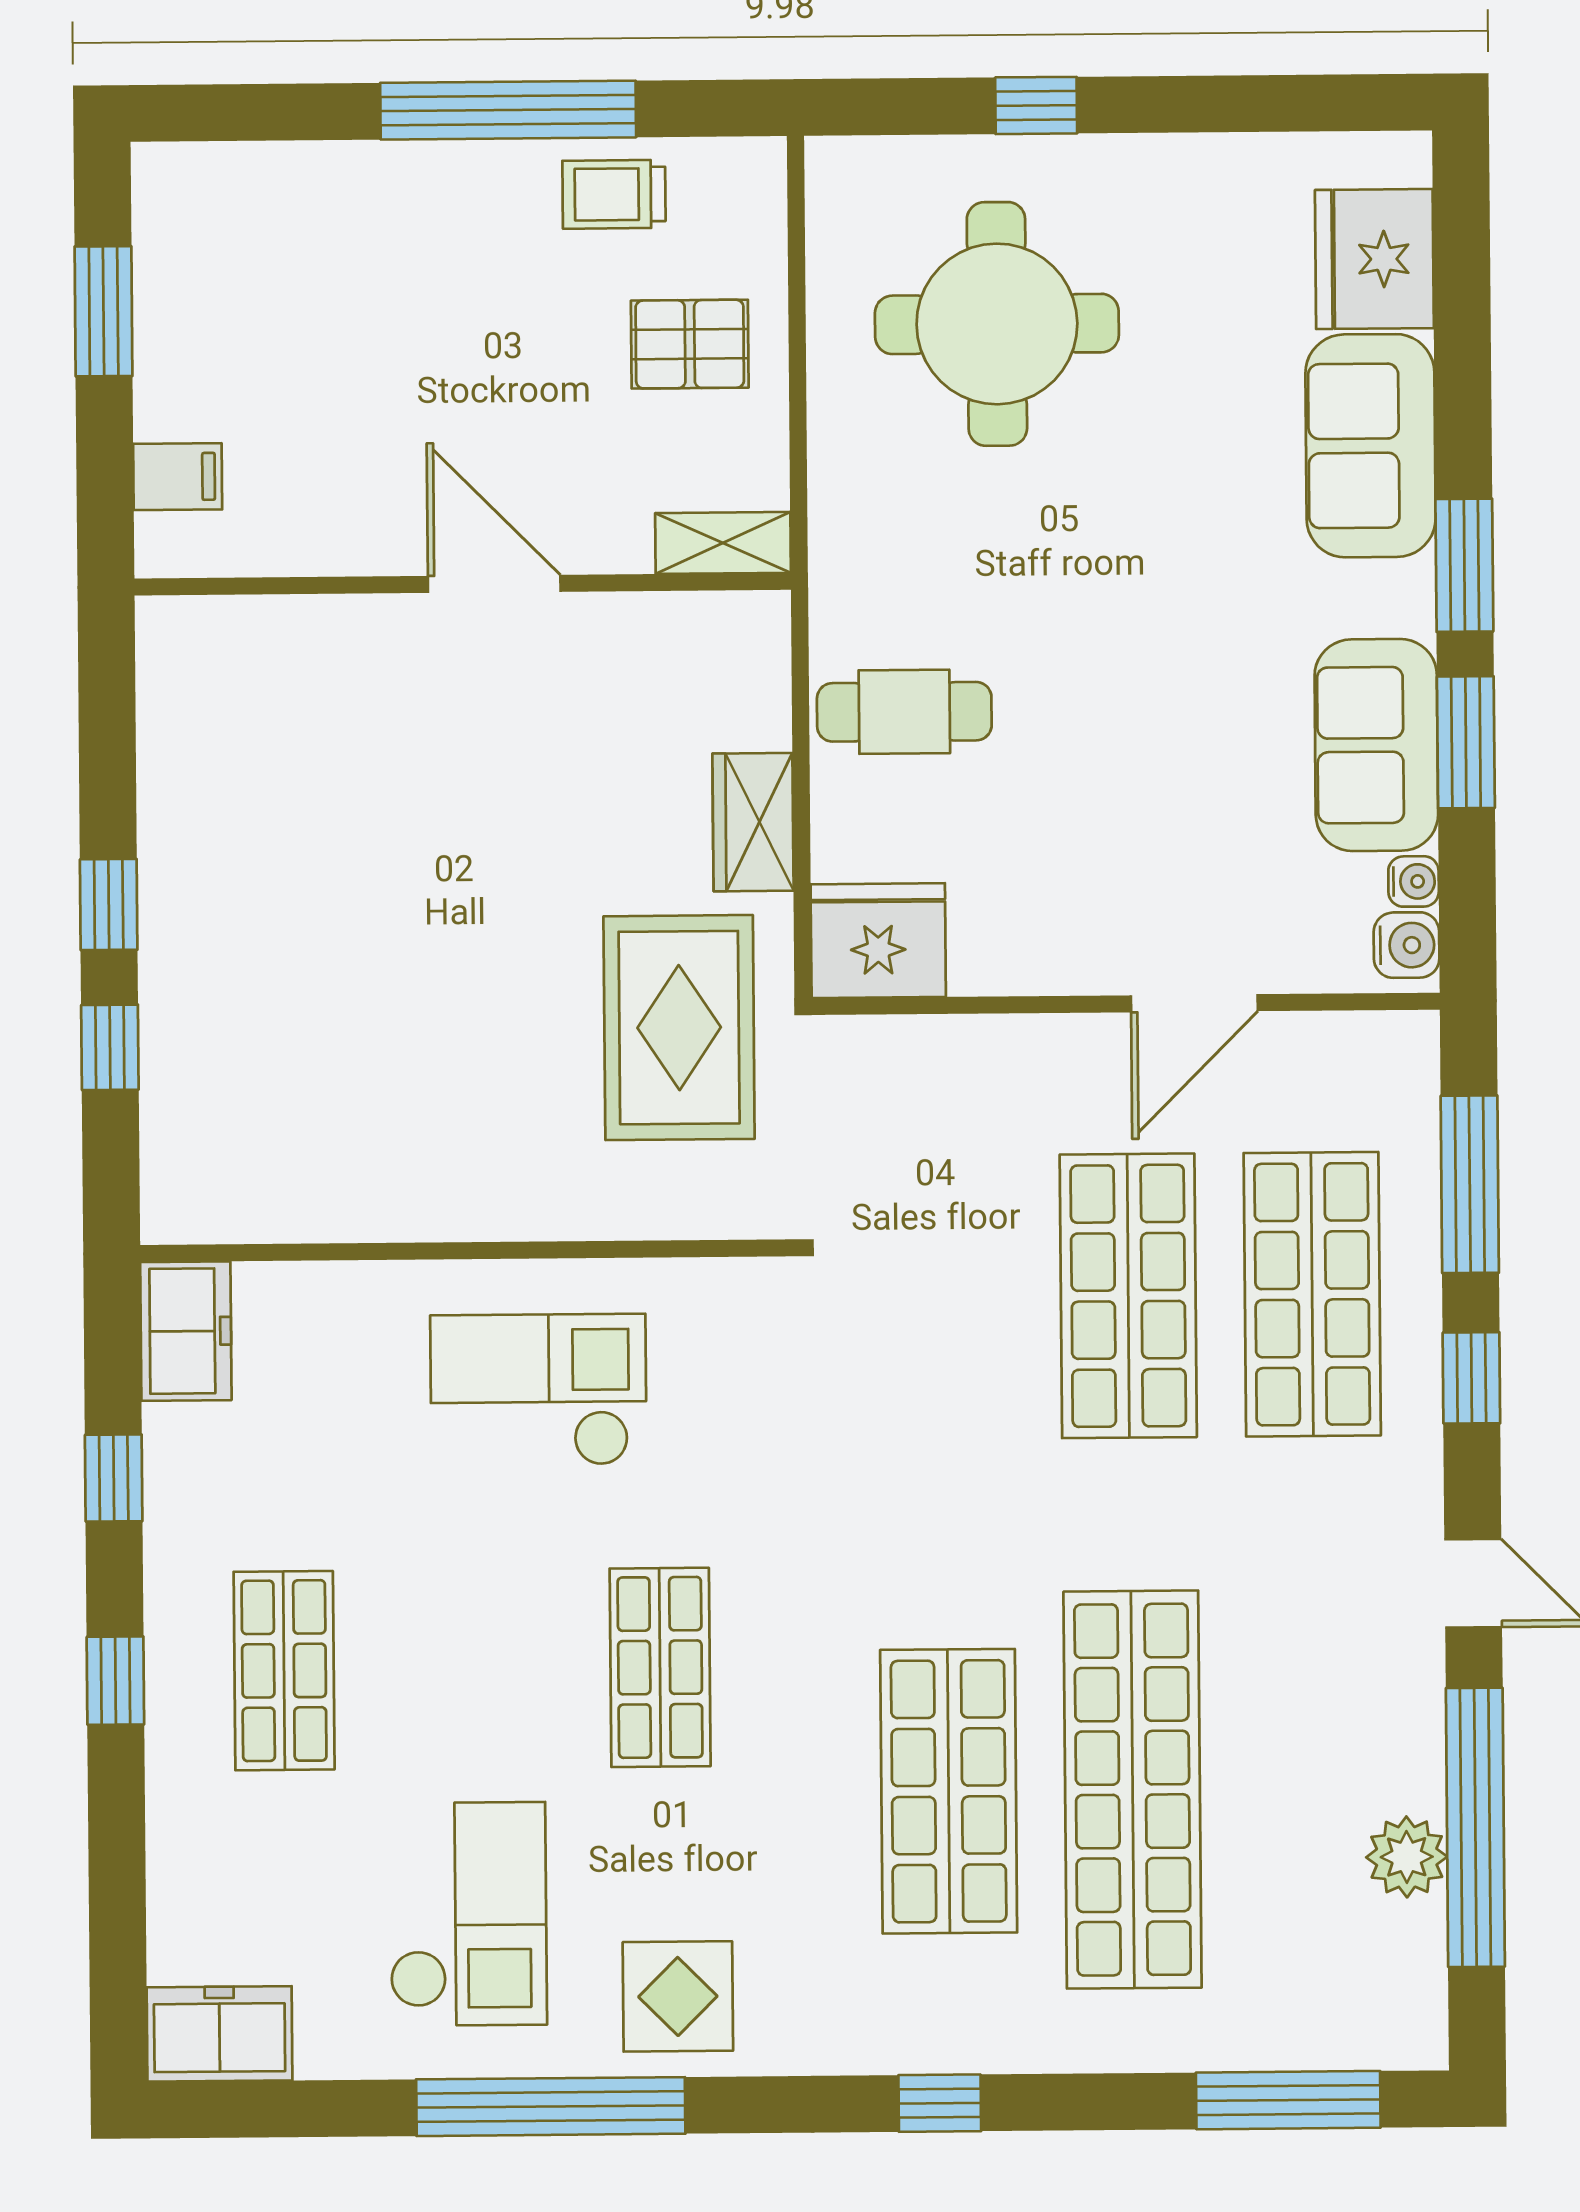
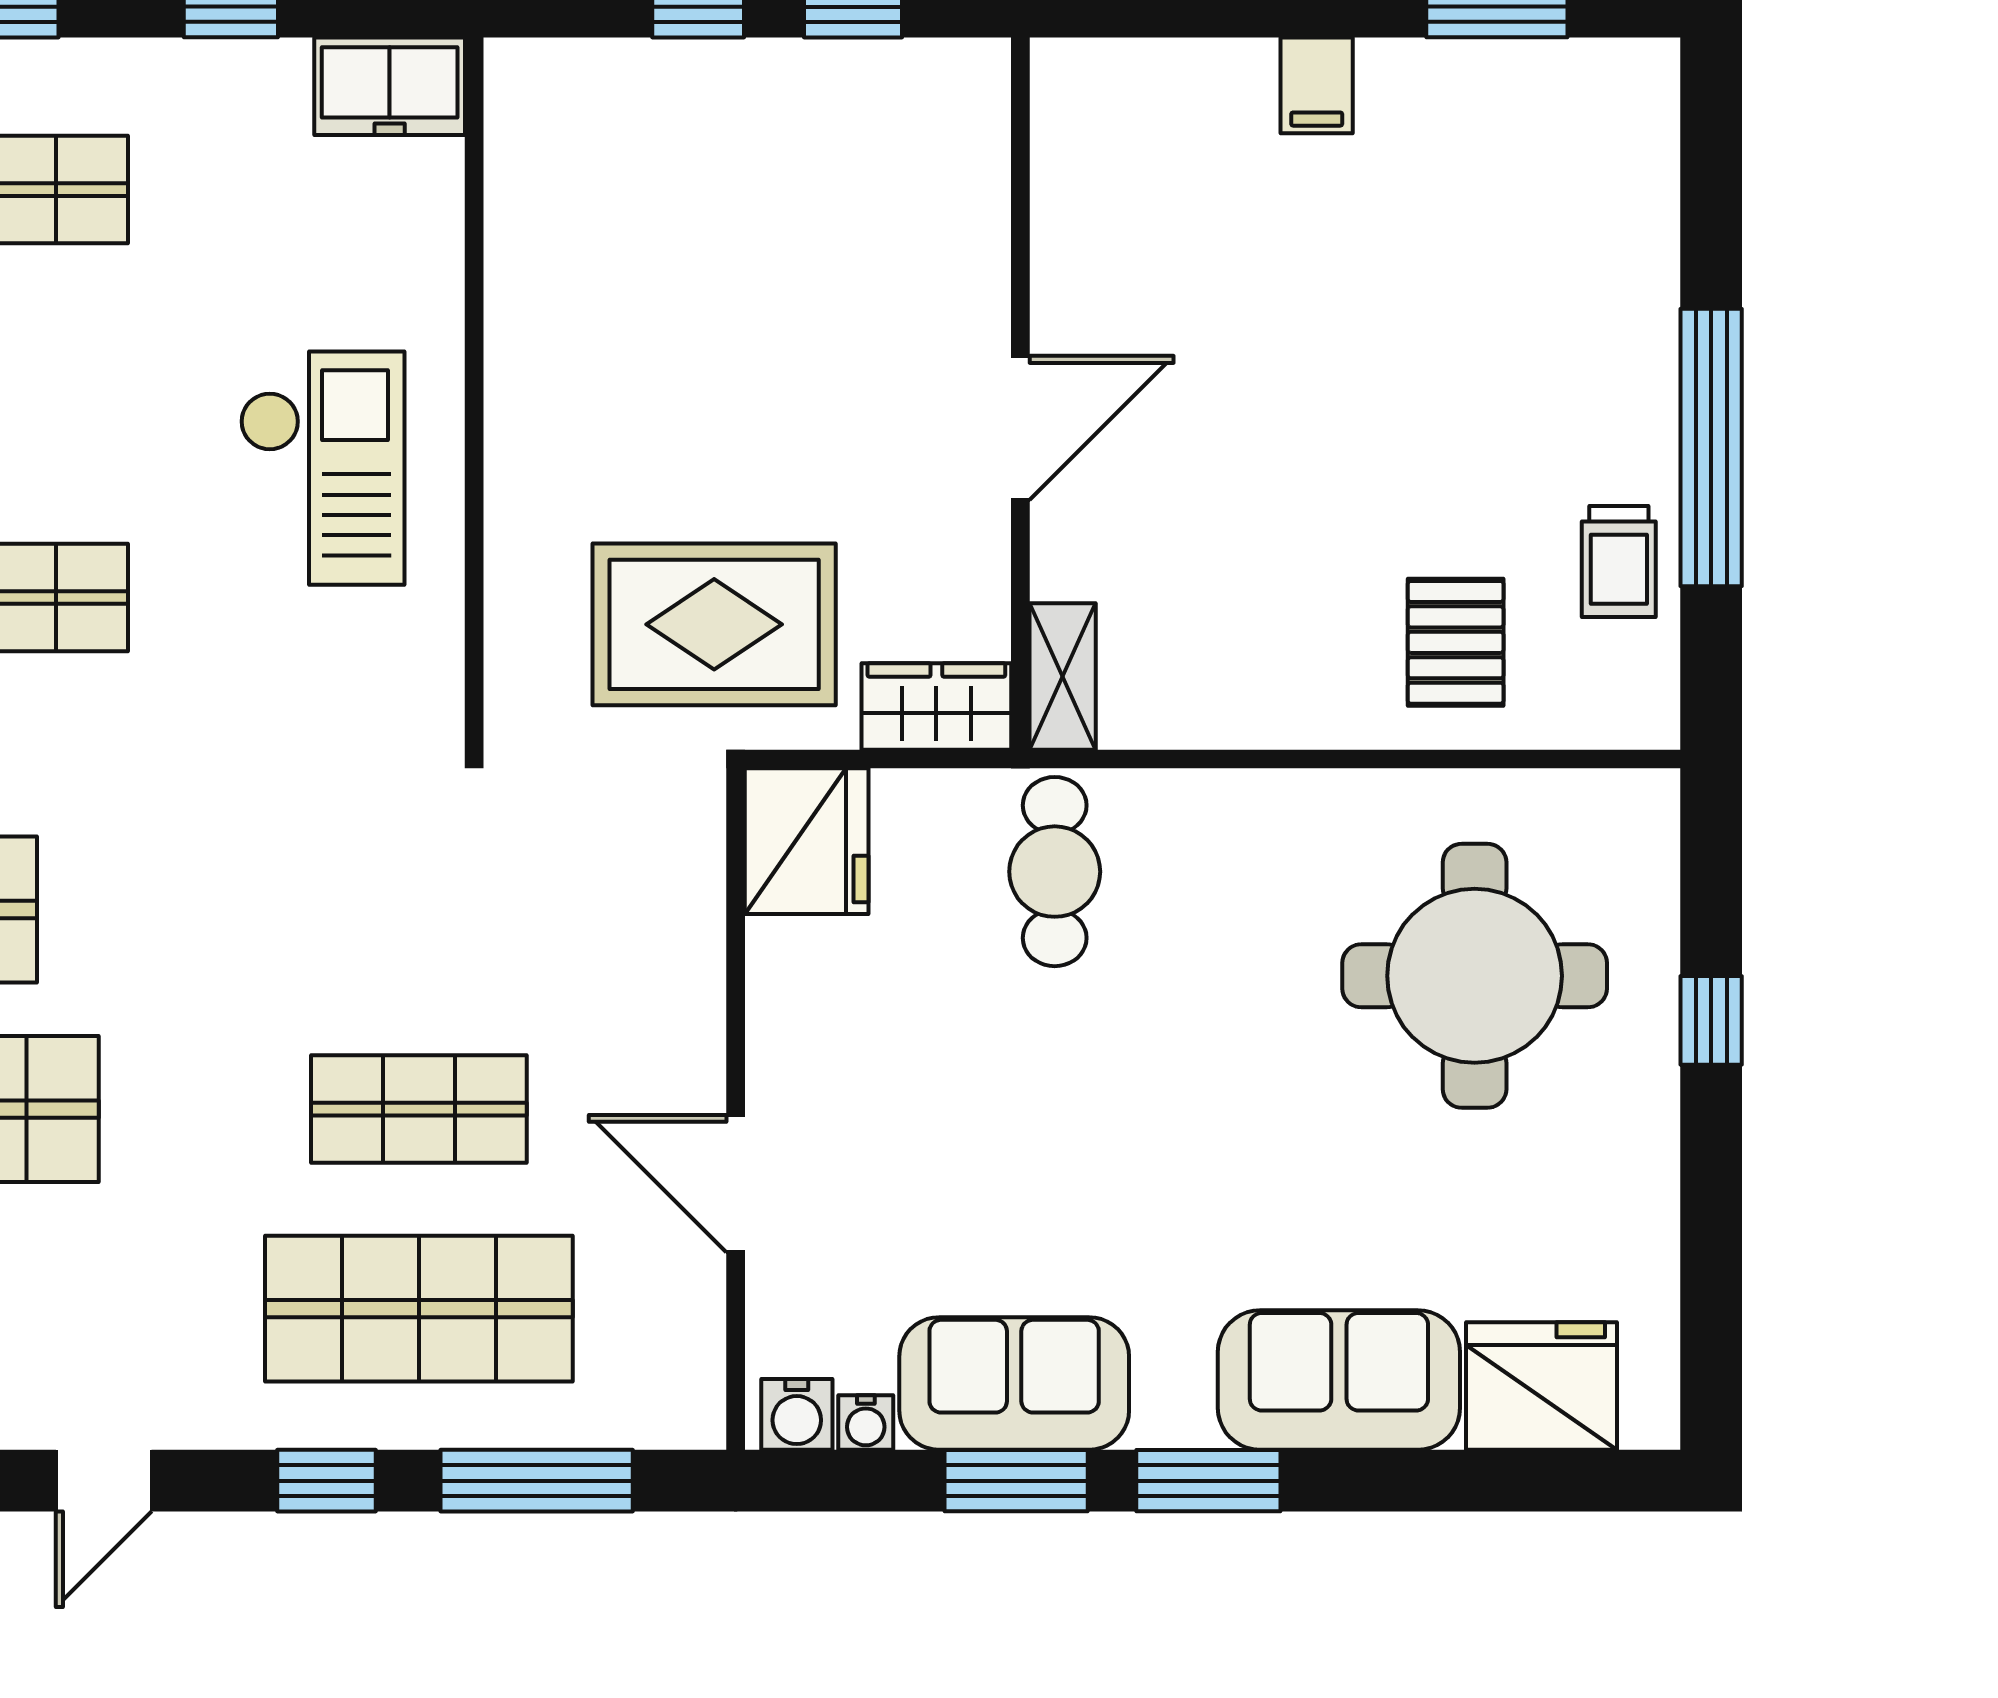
trolley: (614, 194) -> (1619, 562), turned 180
shelving: (723, 543) -> (1063, 676), moved
wall: (463, 584) -> (1020, 394), moved
door: (494, 584) -> (1020, 428), moved
shop shelf: (1128, 1296) -> (419, 1109), width x0.70, depth x0.74

